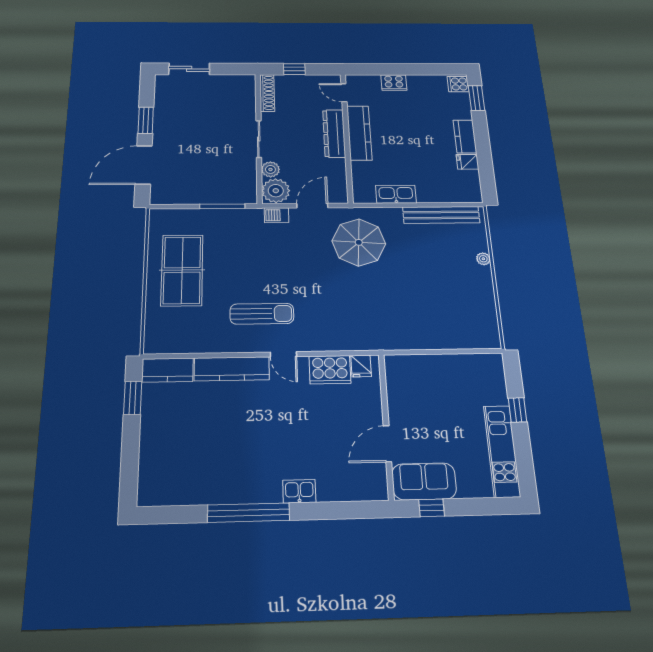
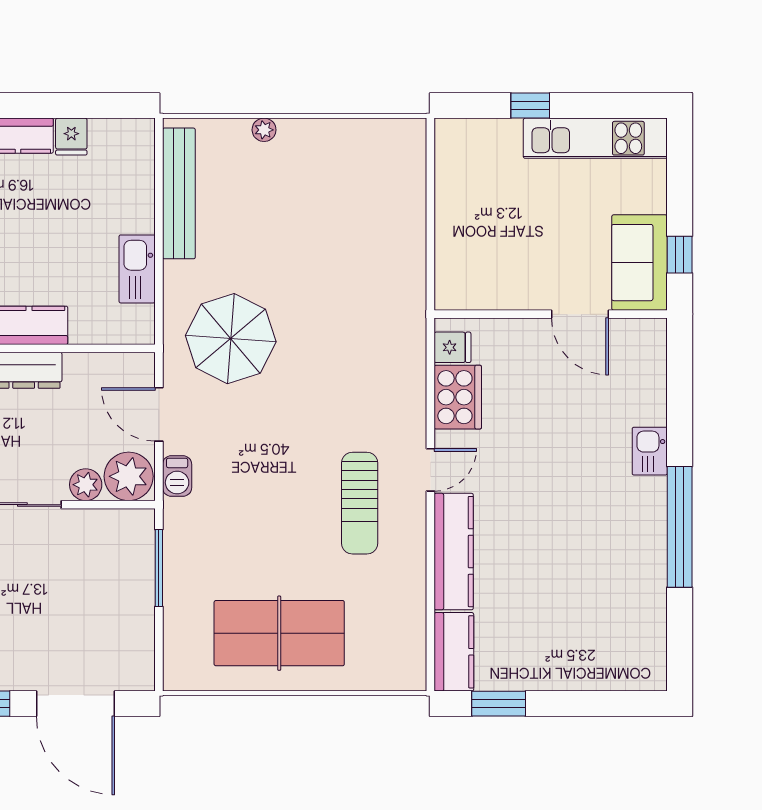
sun lounger: (262, 314) -> (360, 503), turned 180

